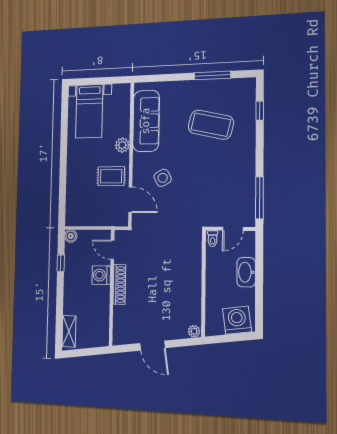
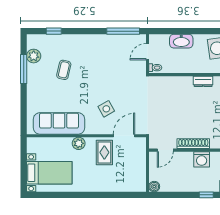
plant: (228, 87) -> (34, 56), added
coffee table: (211, 125) -> (64, 70), width x0.54, depth x0.58
door: (233, 229) -> (147, 52), swing flipped
window: (61, 263) -> (206, 195), moved
washing machine: (101, 275) -> (202, 159), moved
dresser: (195, 299) -> (203, 81), added

